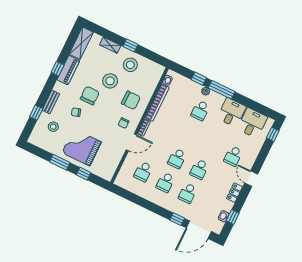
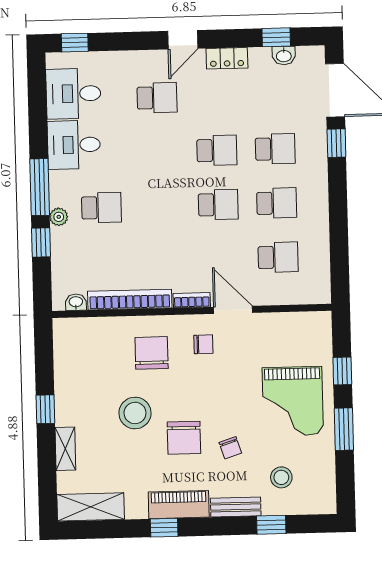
stool: (130, 65) -> (83, 390), removed
piano: (68, 70) -> (179, 505), moved
chair: (90, 96) -> (184, 438), turned -90

